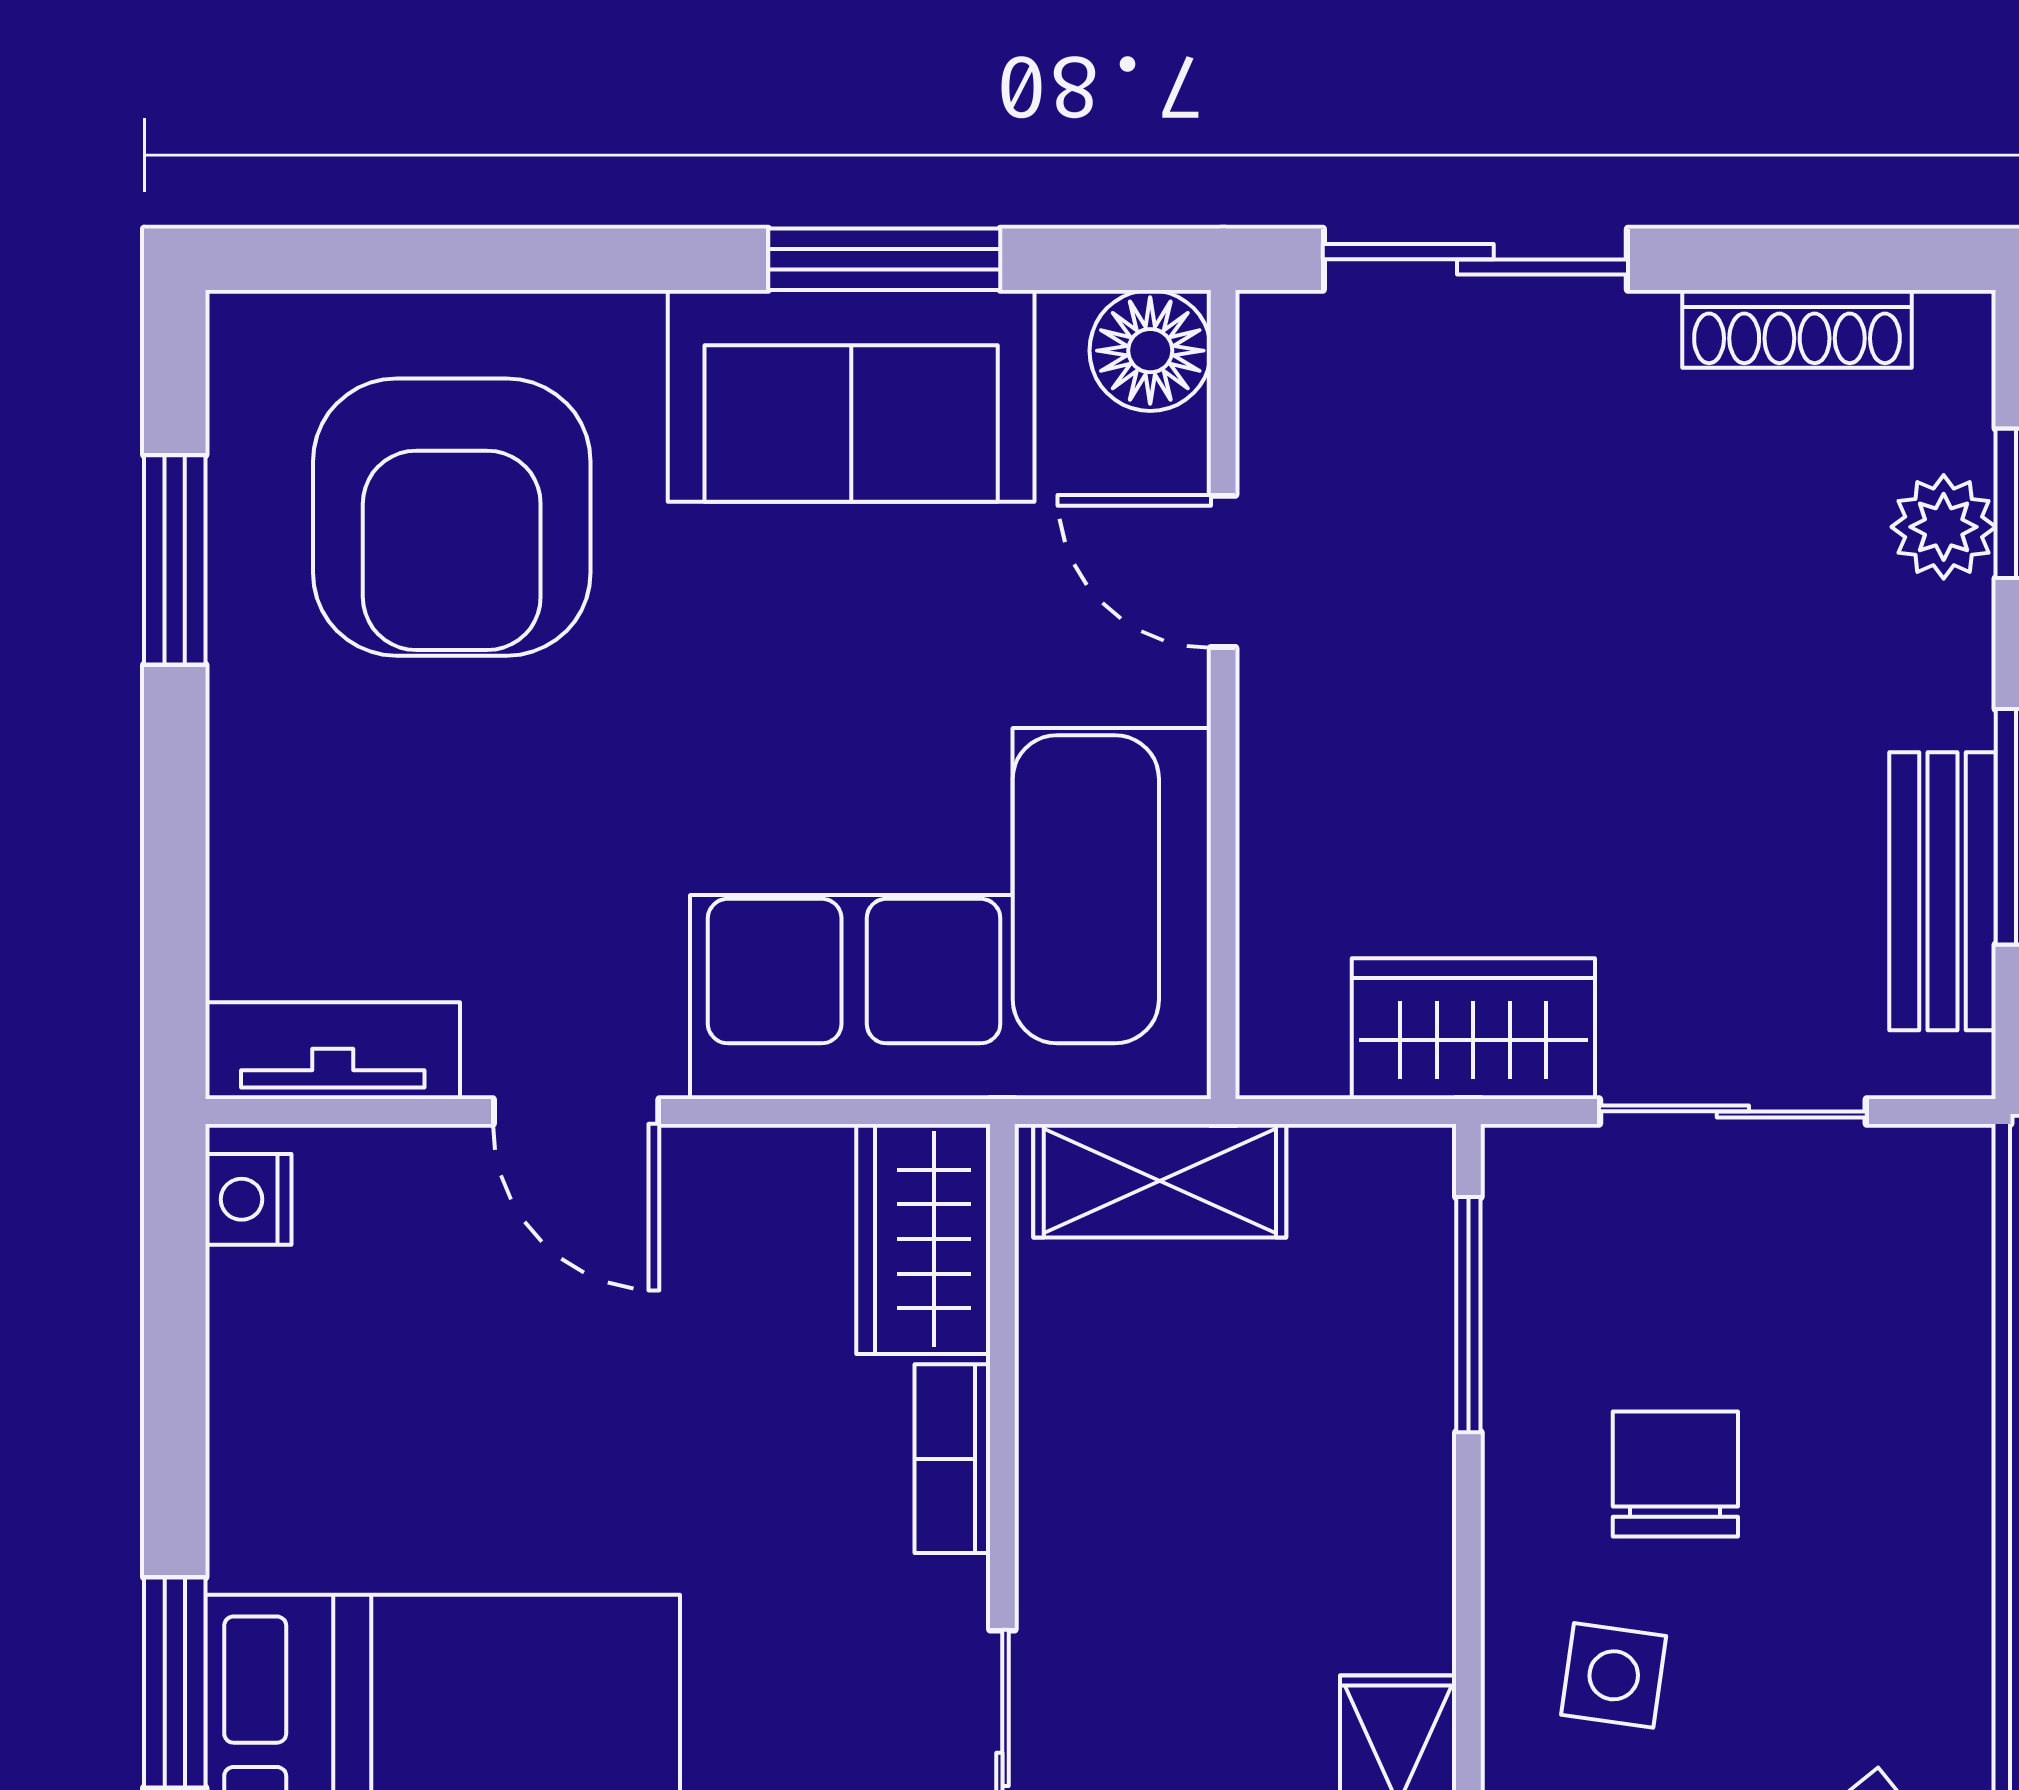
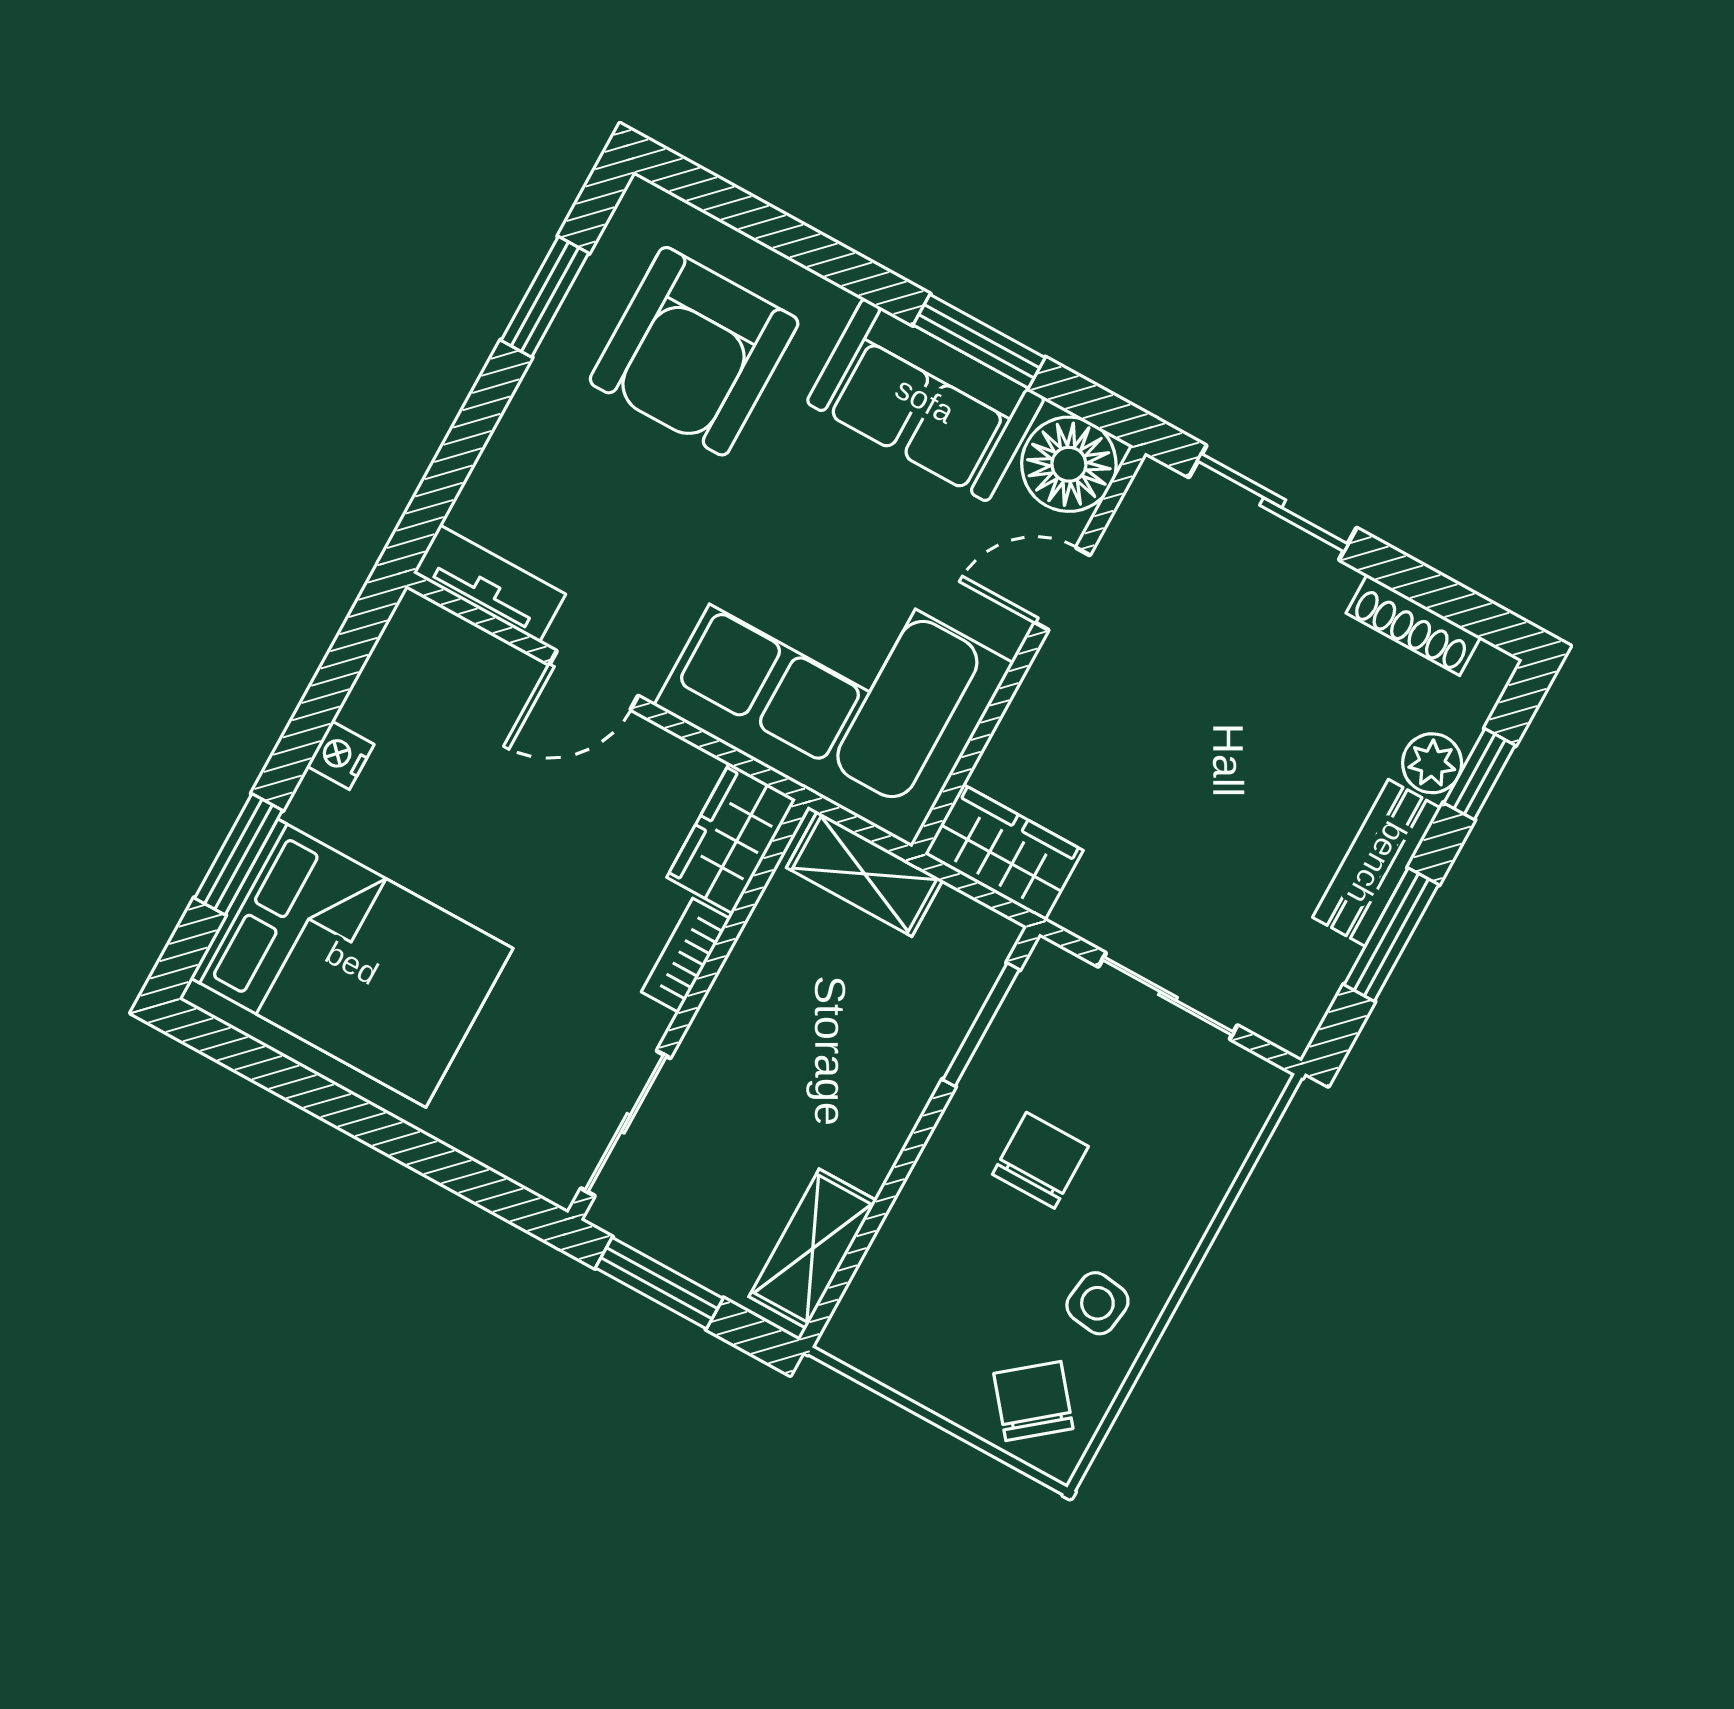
floor lamp: (1150, 351) -> (1069, 464), width x1.38, depth x1.38
door: (1223, 571) -> (1062, 589), hinge flipped
bench: (1943, 891) -> (1377, 863), moved
wardrobe: (1473, 1029) -> (1004, 852), moved
door: (576, 1111) -> (594, 680), hinge flipped
nightstand: (248, 1199) -> (341, 755), moved
side table: (1614, 1675) -> (1097, 1303), moved

